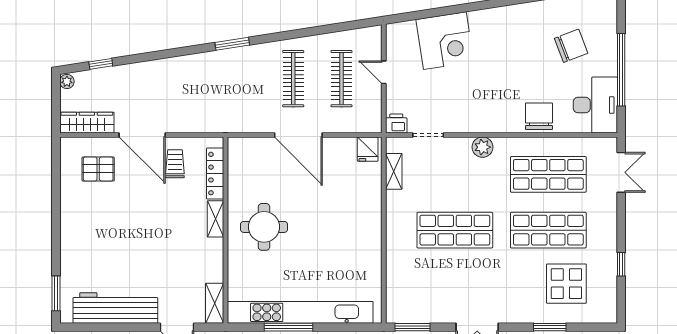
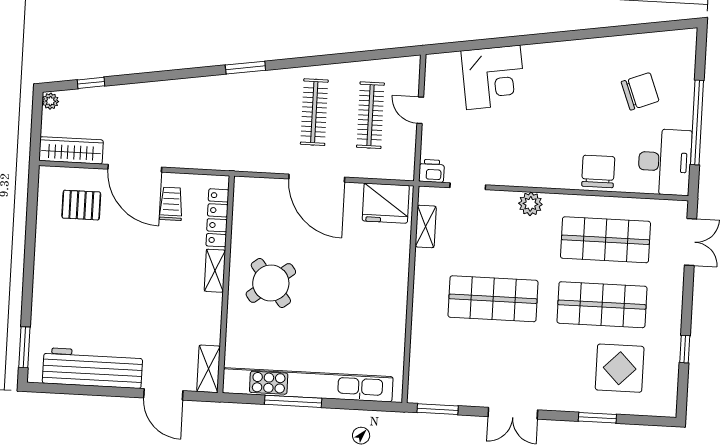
fridge: (368, 149) -> (386, 203), width x1.88, depth x1.34
round table: (264, 227) -> (271, 283), turned -38

